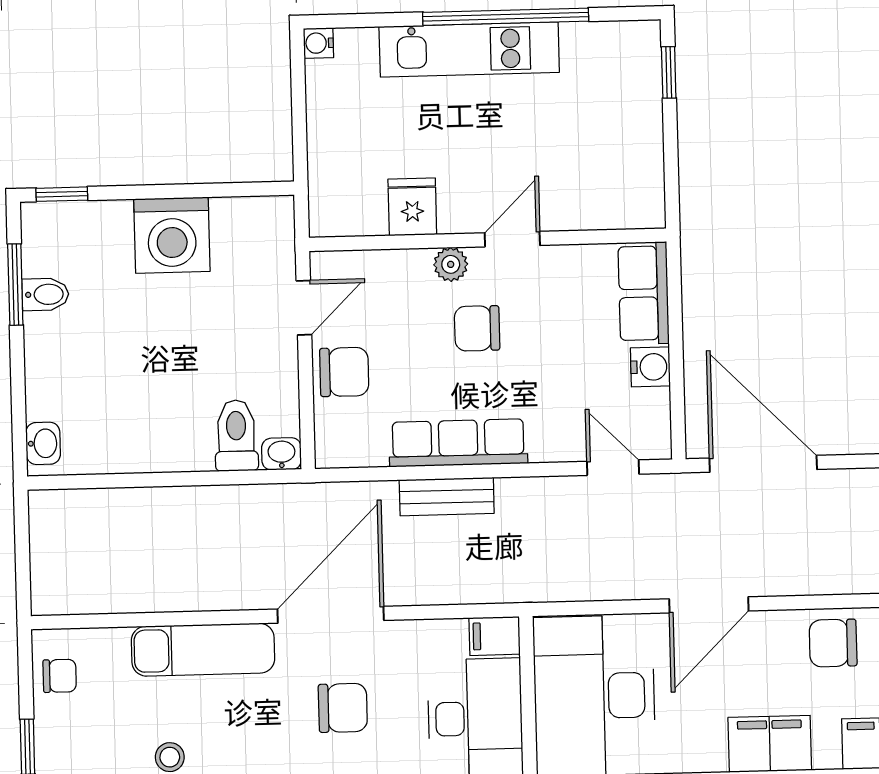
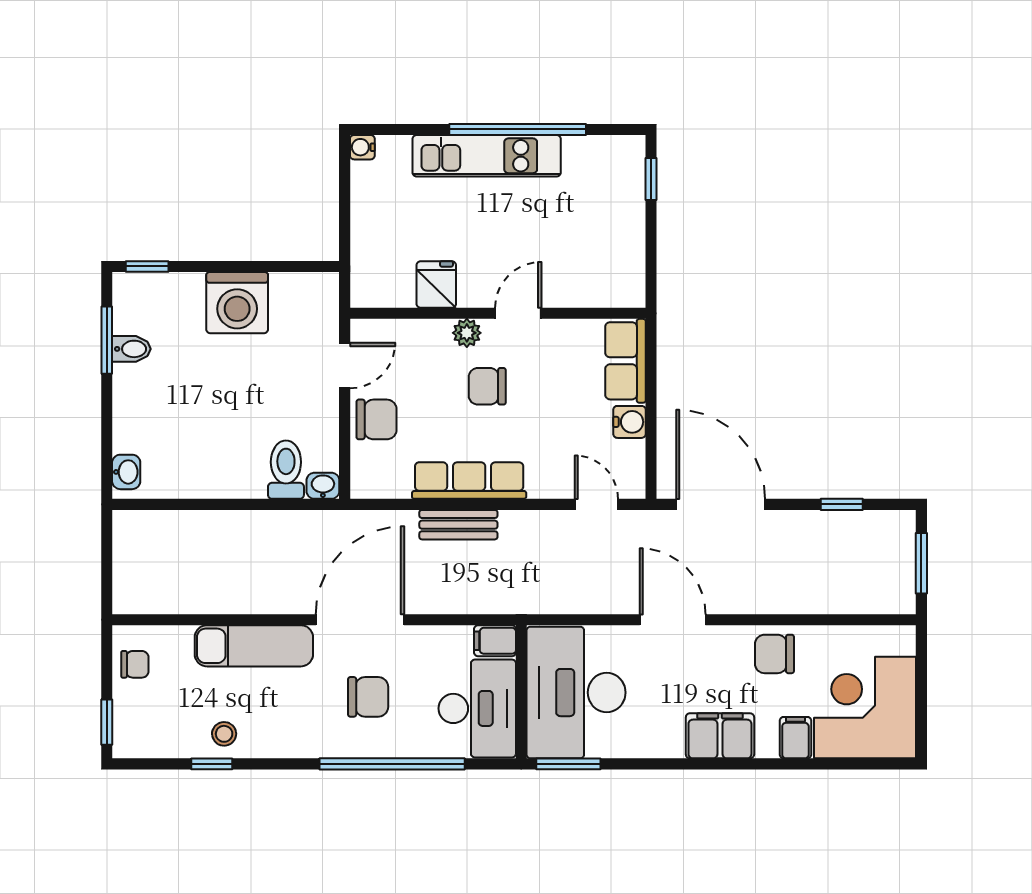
door: (709, 605) -> (673, 620), swing flipped

